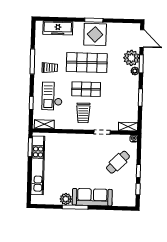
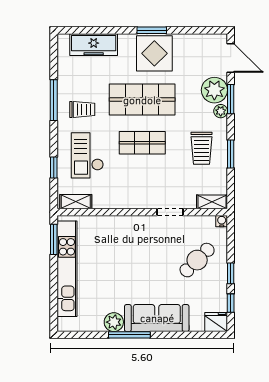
trolley: (83, 113) -> (201, 148), moved
fridge: (129, 201) -> (216, 322), added

